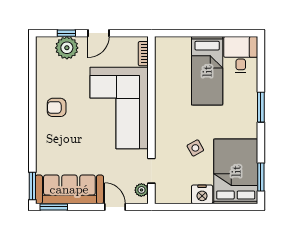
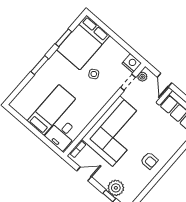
door: (98, 33) -> (84, 174), moved
desk: (241, 55) -> (62, 134), moved
window: (261, 177) -> (64, 38), moved
nightstand: (202, 194) -> (132, 63), moved

